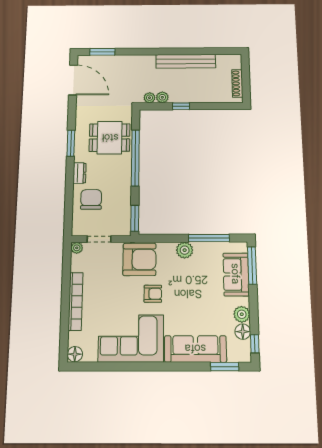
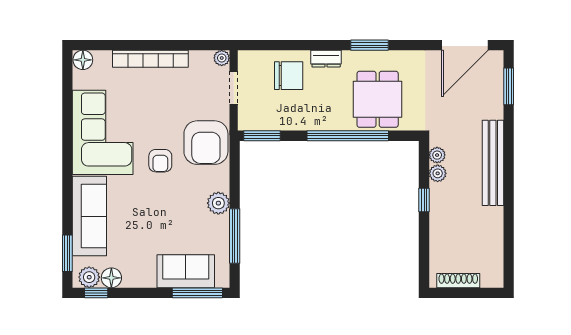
bench: (186, 61) -> (493, 163), moved
plant: (242, 314) -> (89, 277), moved

